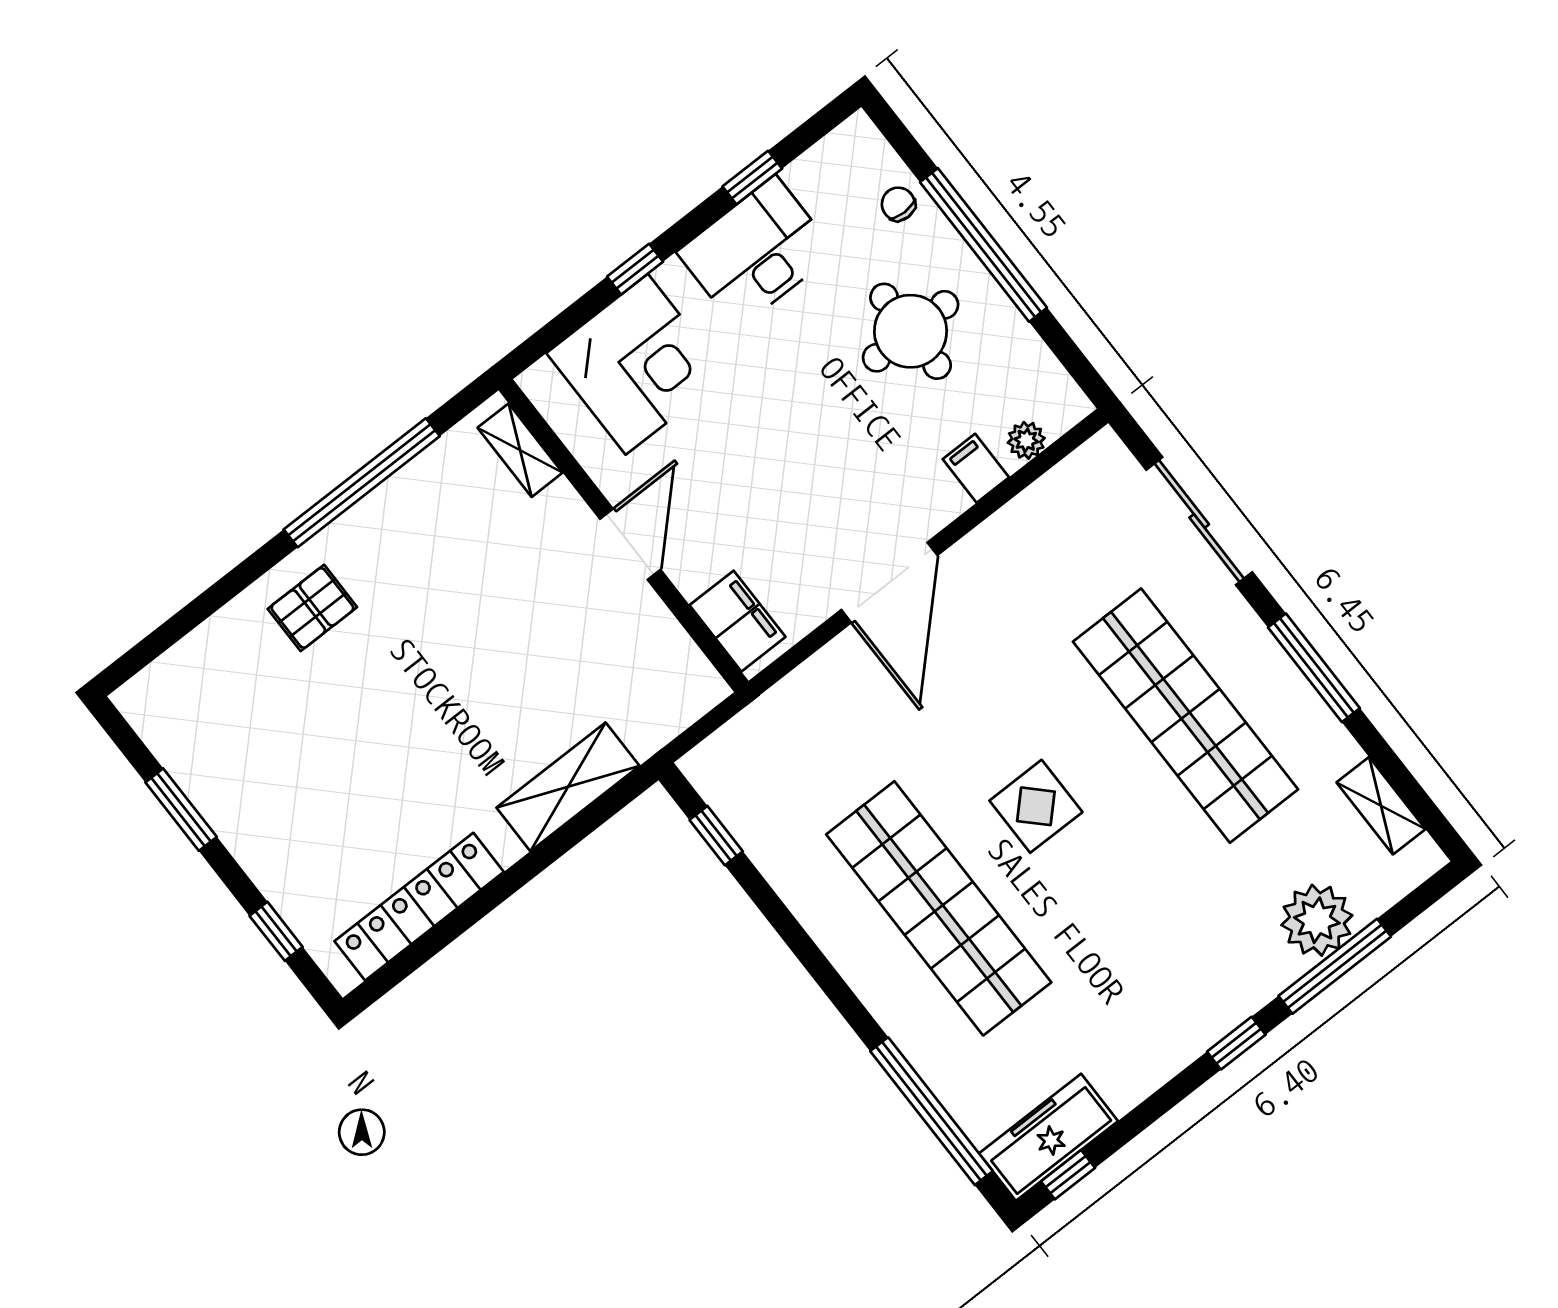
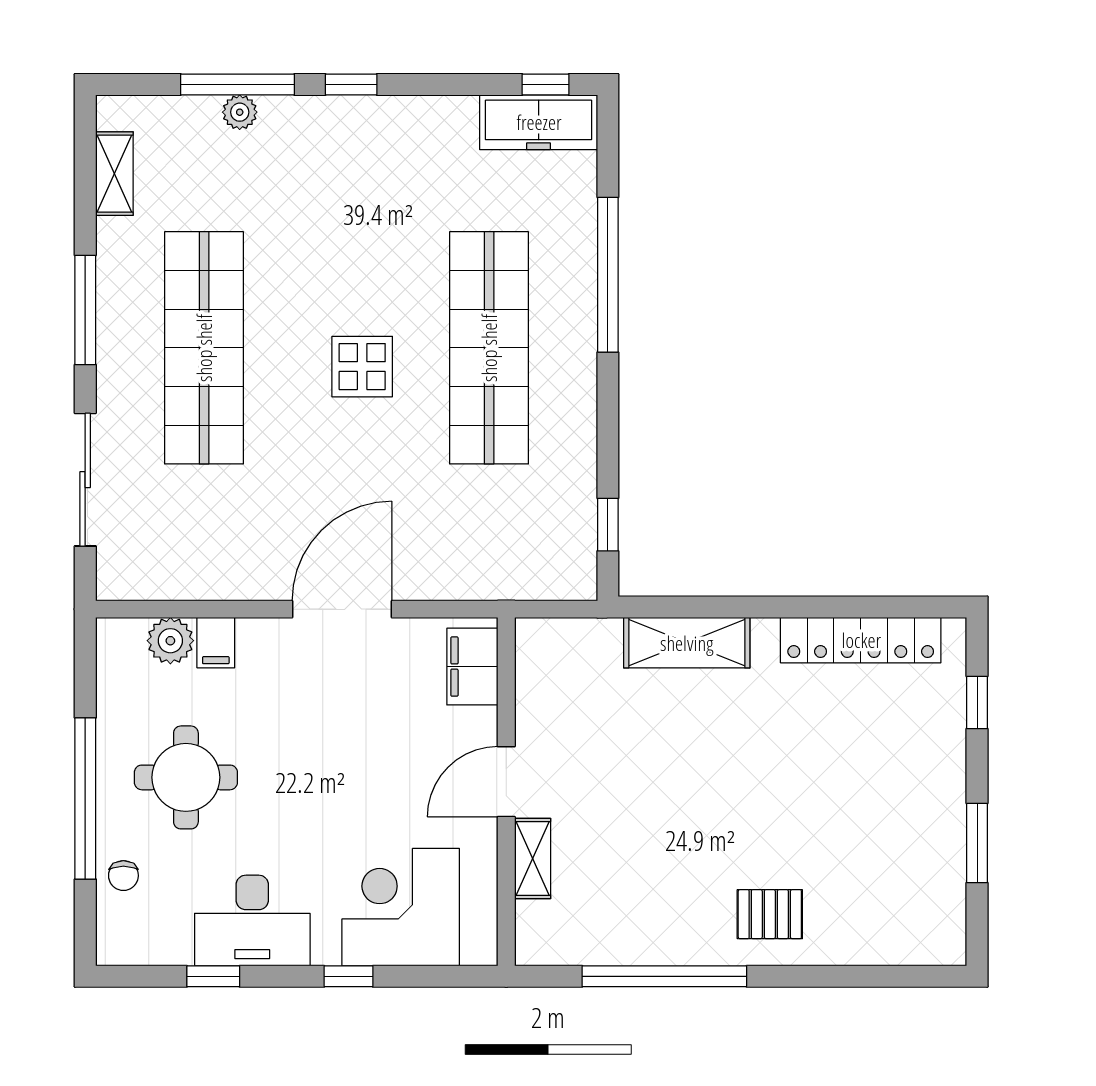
plant: (1026, 440) -> (170, 641), width x1.38, depth x1.38
shelving: (520, 450) -> (533, 859), moved
plant: (1317, 920) -> (240, 112), width x0.53, depth x0.53
window: (931, 1111) -> (608, 275), moved

